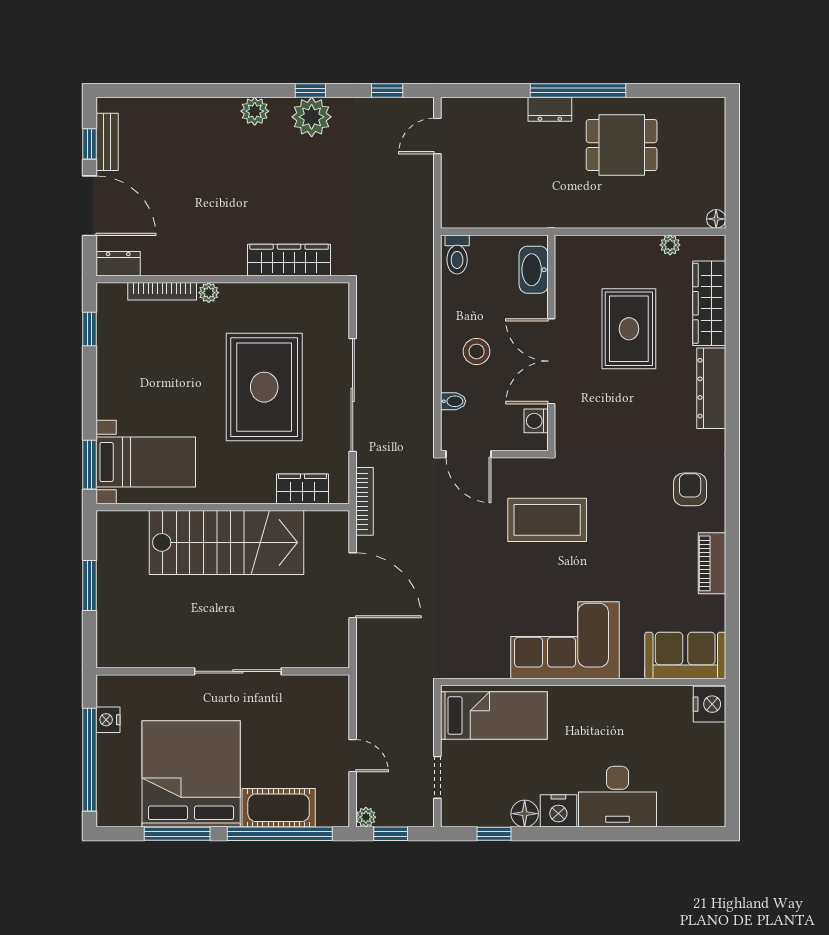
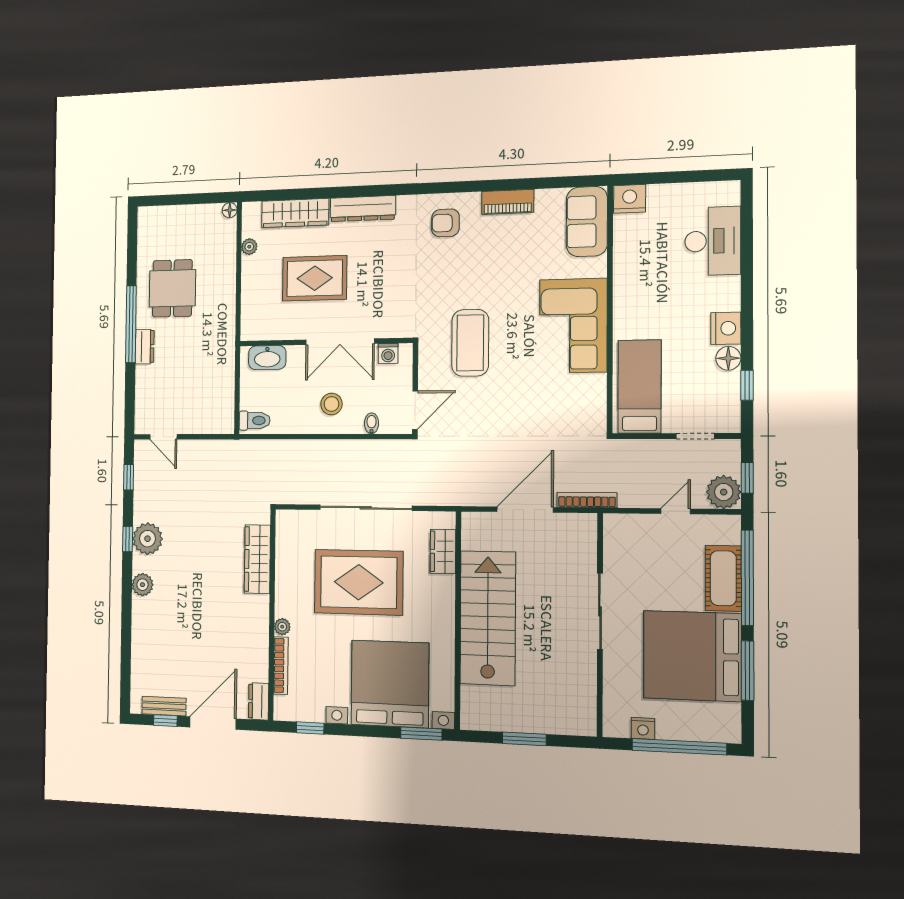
bed with nightstands: (146, 462) -> (390, 684), width x1.85
bookcase: (364, 501) -> (587, 500), moved
desk: (618, 797) -> (713, 241), moved
plant: (366, 817) -> (724, 492), width x1.88, depth x1.88

